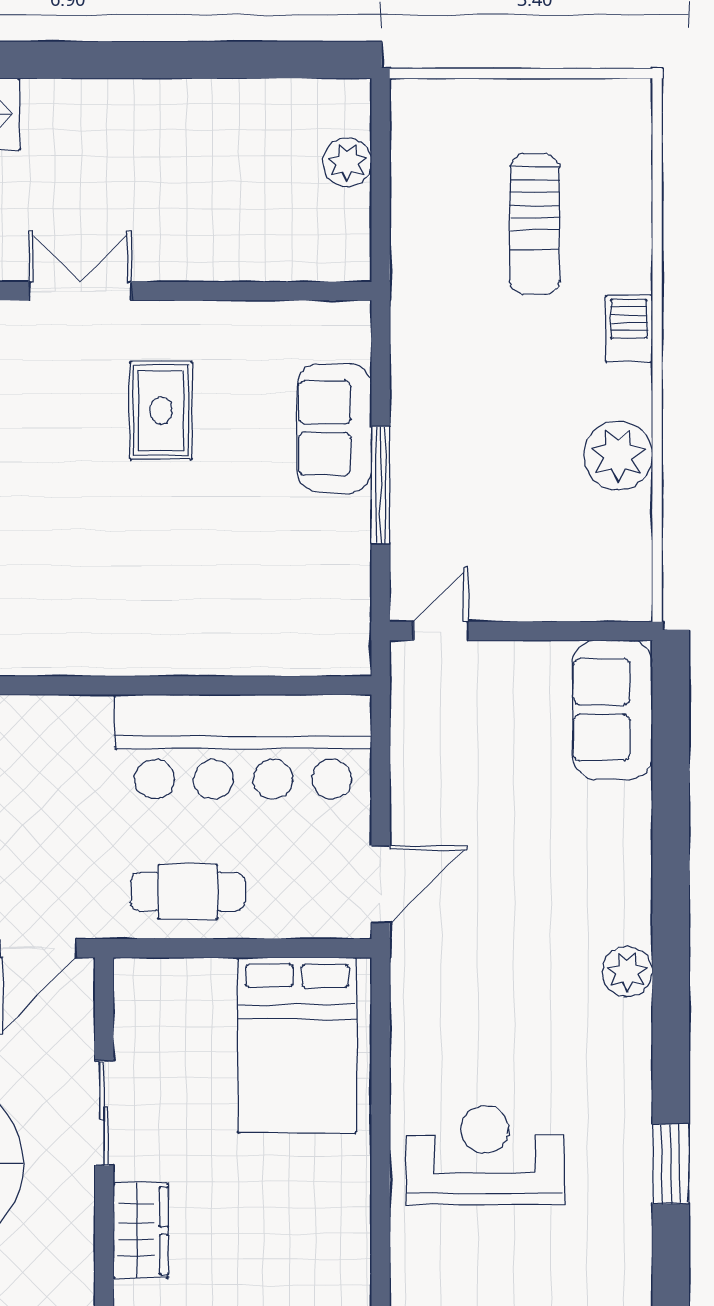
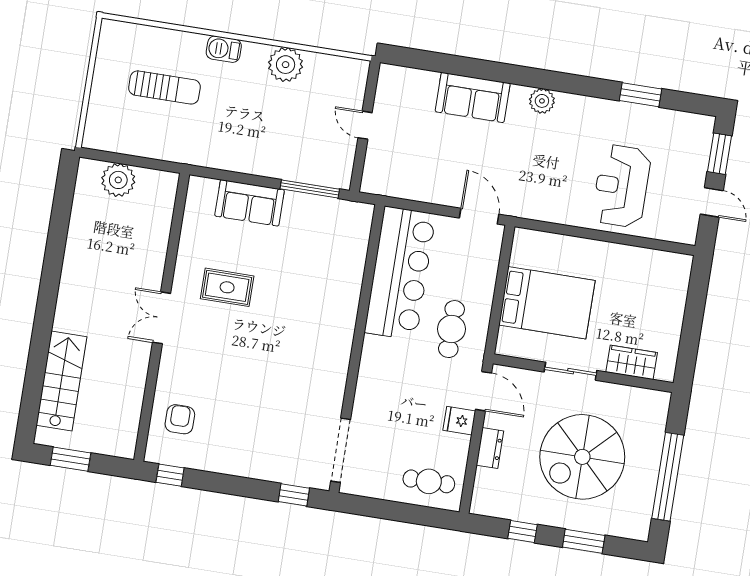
plant: (347, 162) -> (118, 180), width x1.36, depth x1.36
window: (381, 485) -> (310, 189), moved
door: (441, 631) -> (365, 125), moved
sofa: (612, 710) -> (473, 97), moved
cafe table: (188, 892) -> (451, 329), moved
bed: (297, 1045) -> (547, 303), moved

